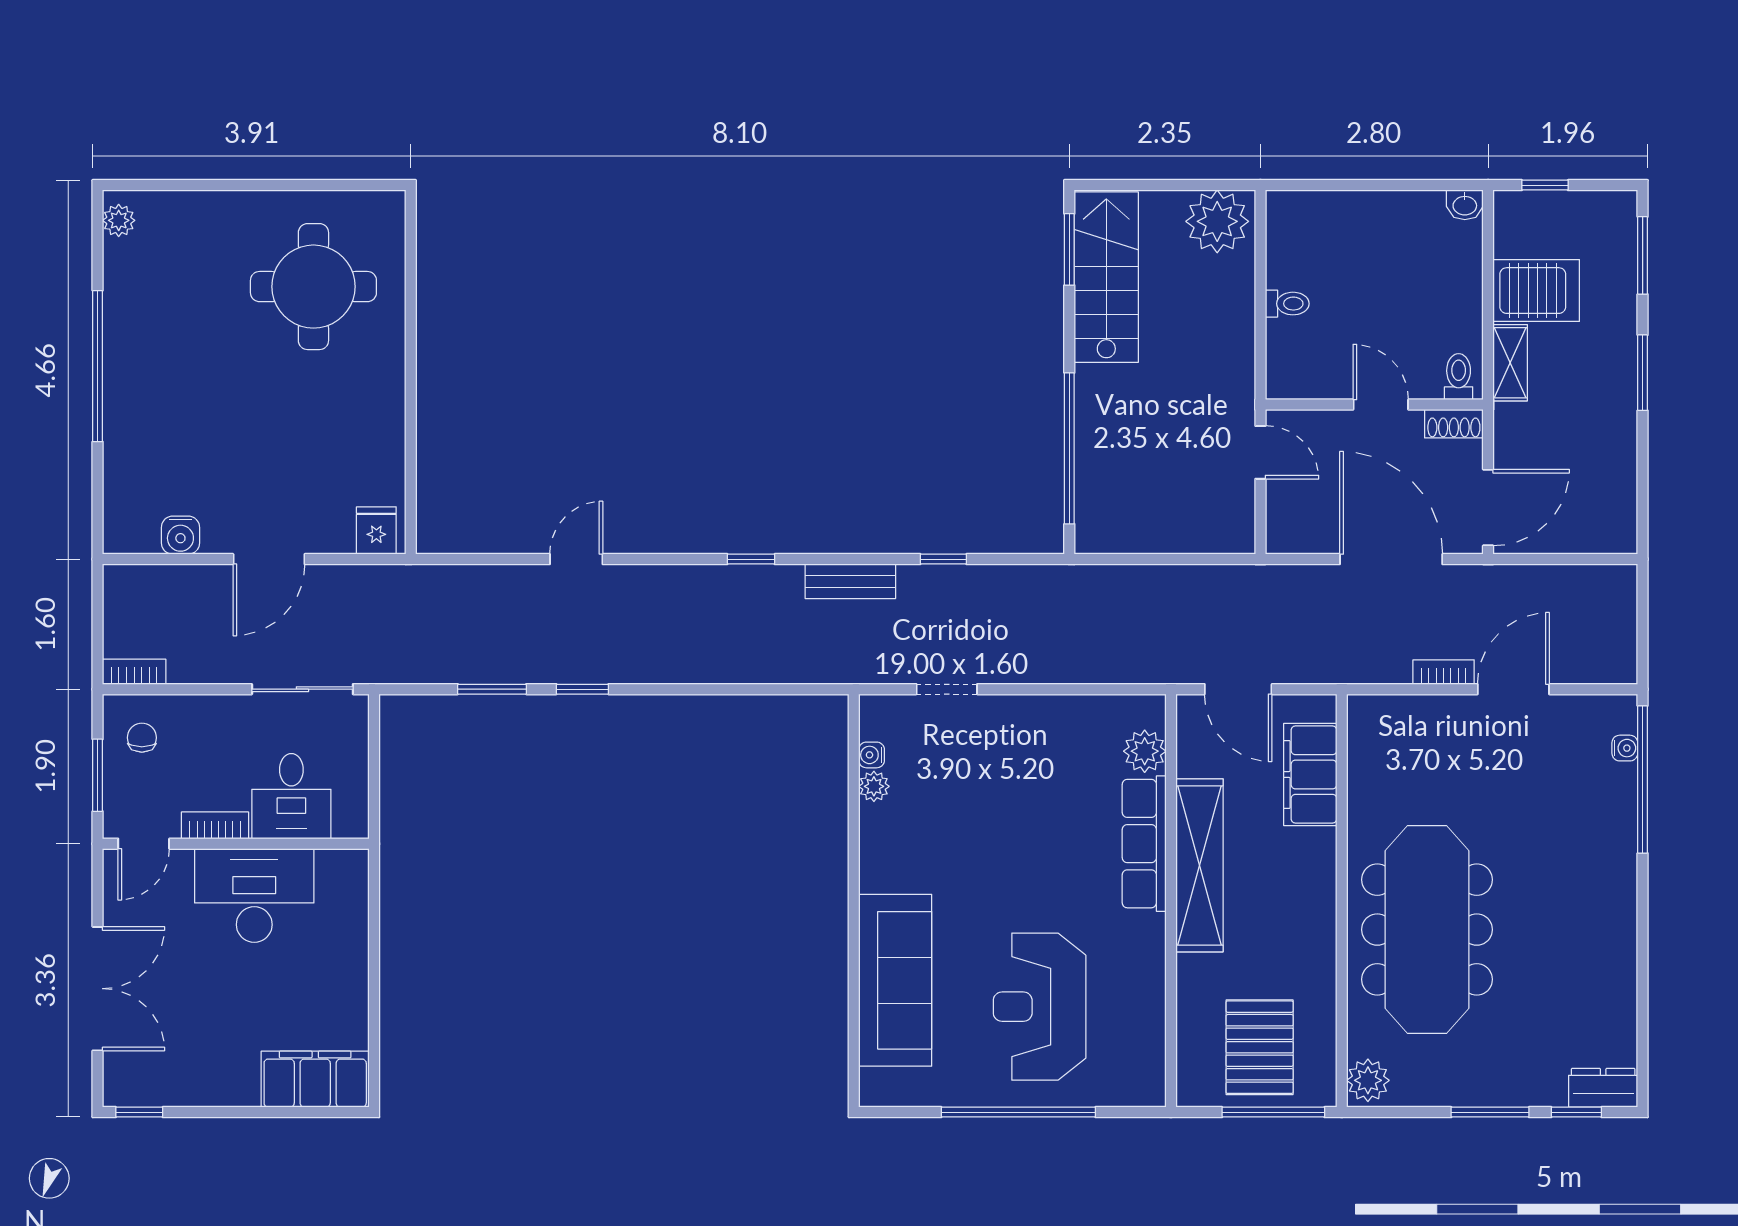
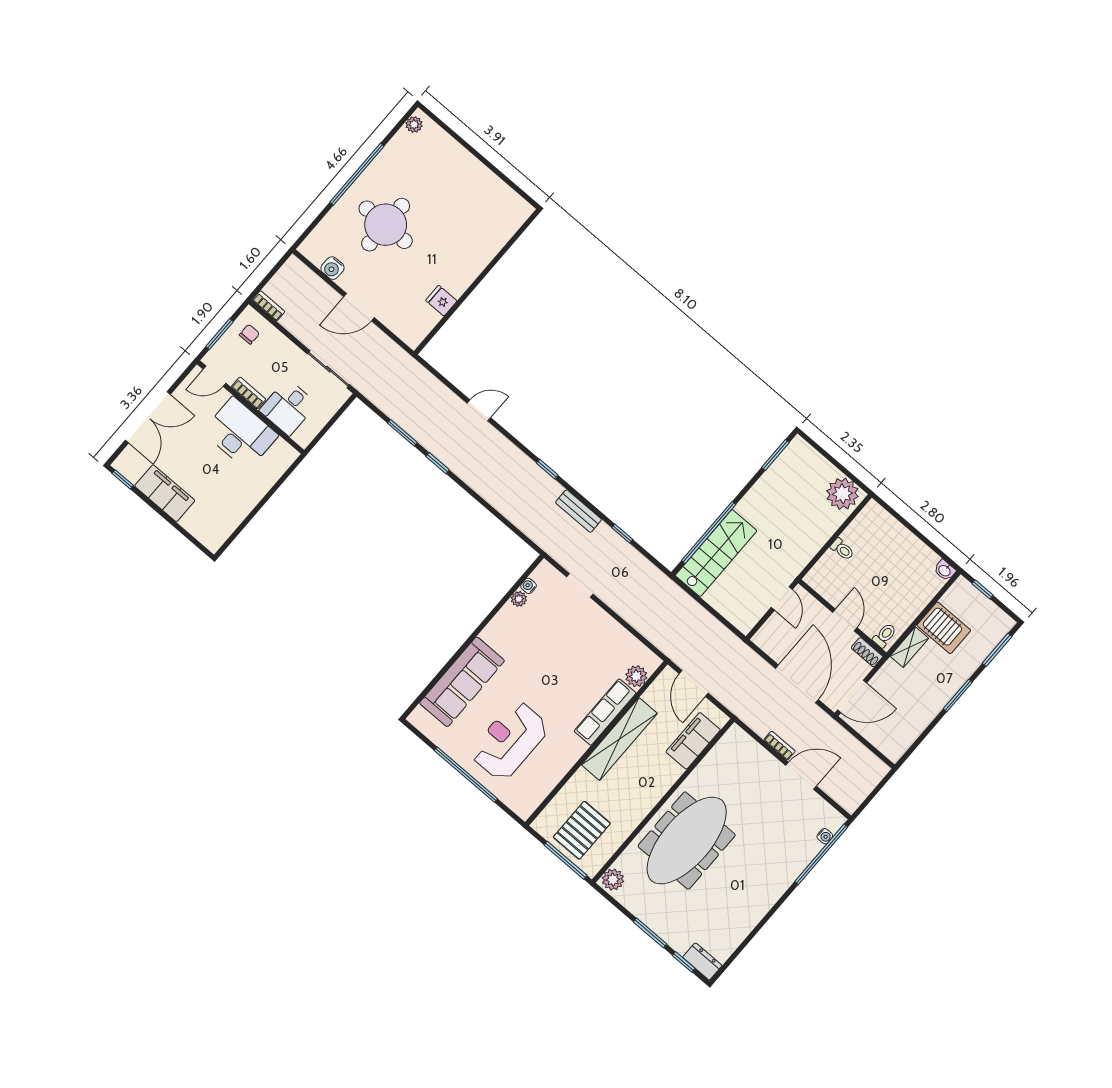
stairs: (1106, 277) -> (716, 553), moved
round table: (313, 287) -> (386, 225), moved
fridge: (376, 530) -> (441, 301), moved, turned -90
filing cabinet: (315, 1079) -> (165, 493), moved

